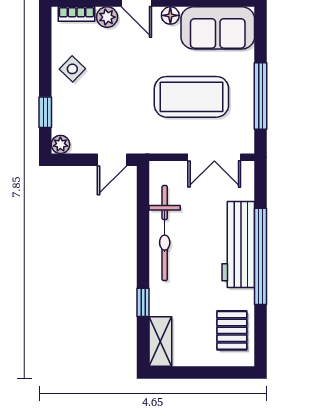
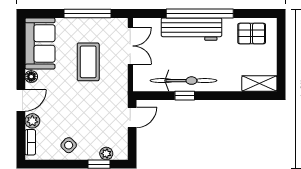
coffee table: (191, 97) -> (88, 62), width x0.73, depth x0.76
plant: (60, 144) -> (106, 154), moved
door: (112, 160) -> (132, 117), hinge flipped
window: (143, 302) -> (185, 96), moved

